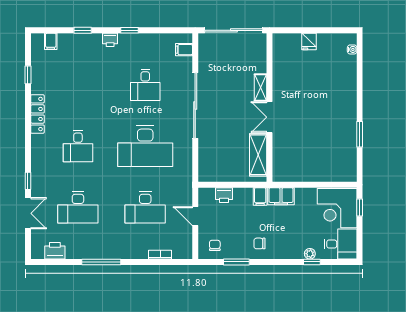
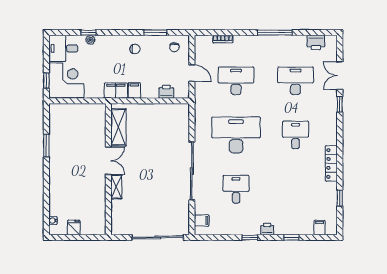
fridge: (309, 42) -> (74, 228), moved
shelving: (261, 88) -> (116, 187), moved
wall: (270, 108) -> (108, 169), moved
double door: (270, 117) -> (108, 161), moved
shelving: (258, 155) -> (118, 127), moved

